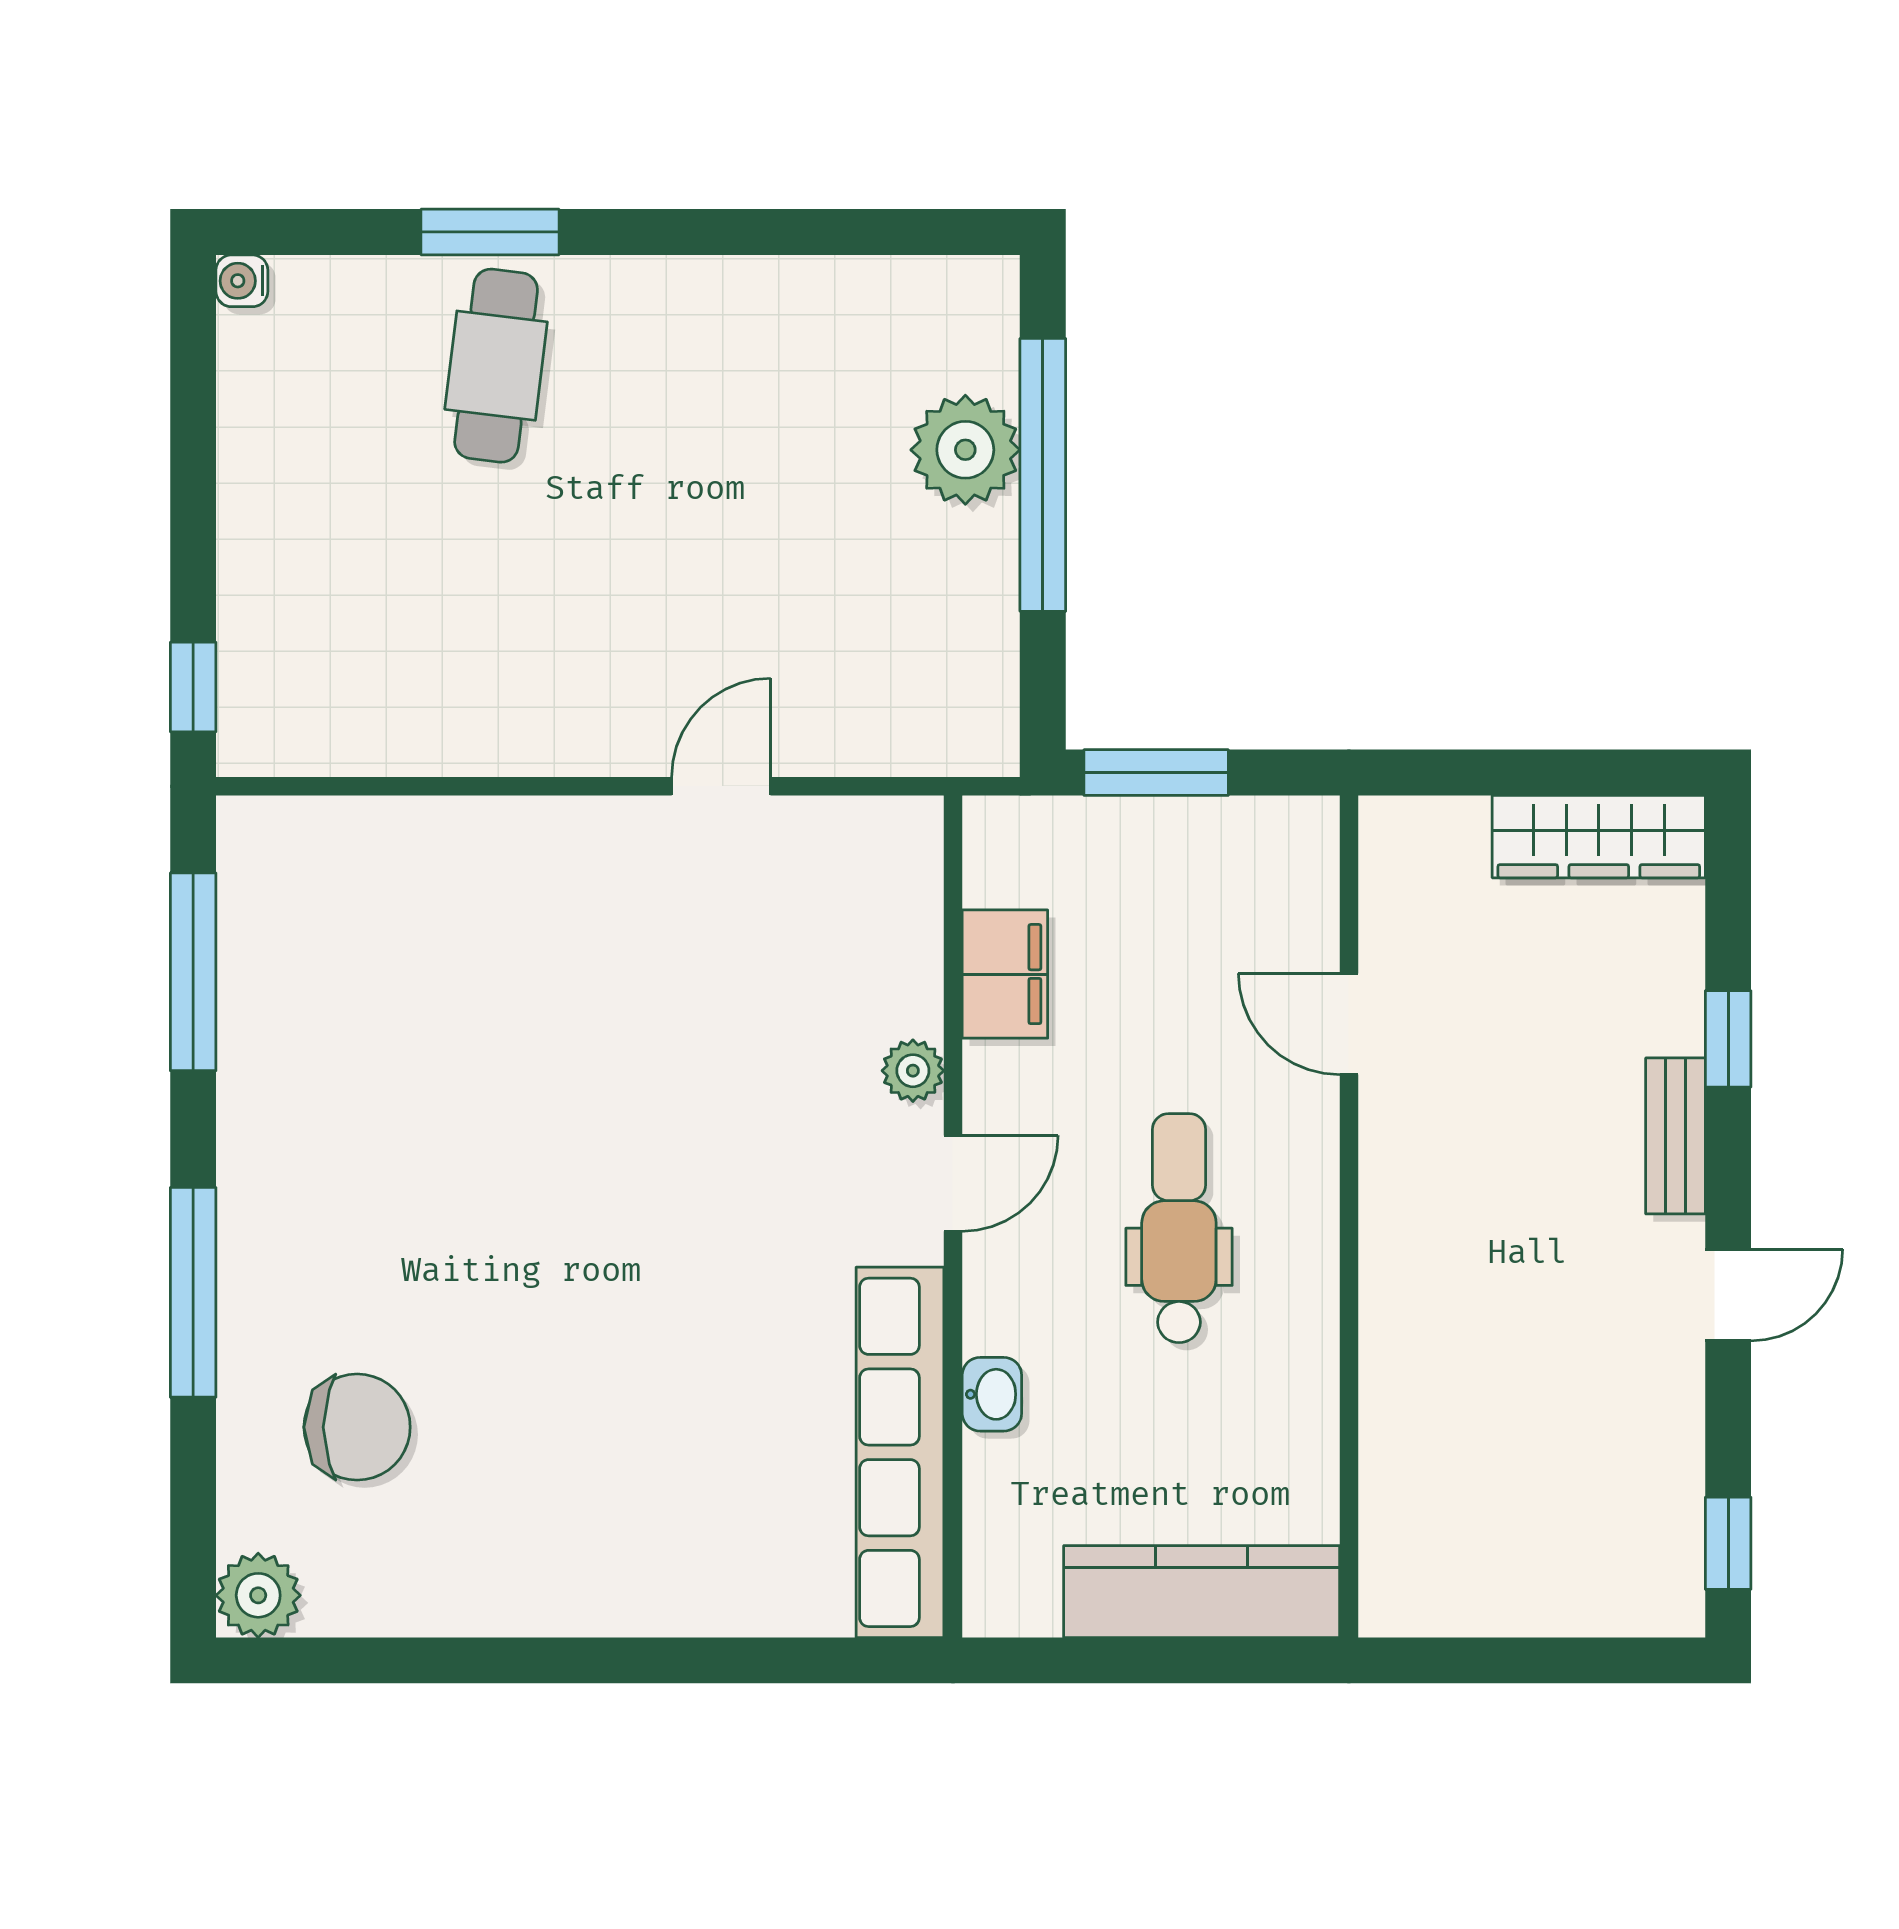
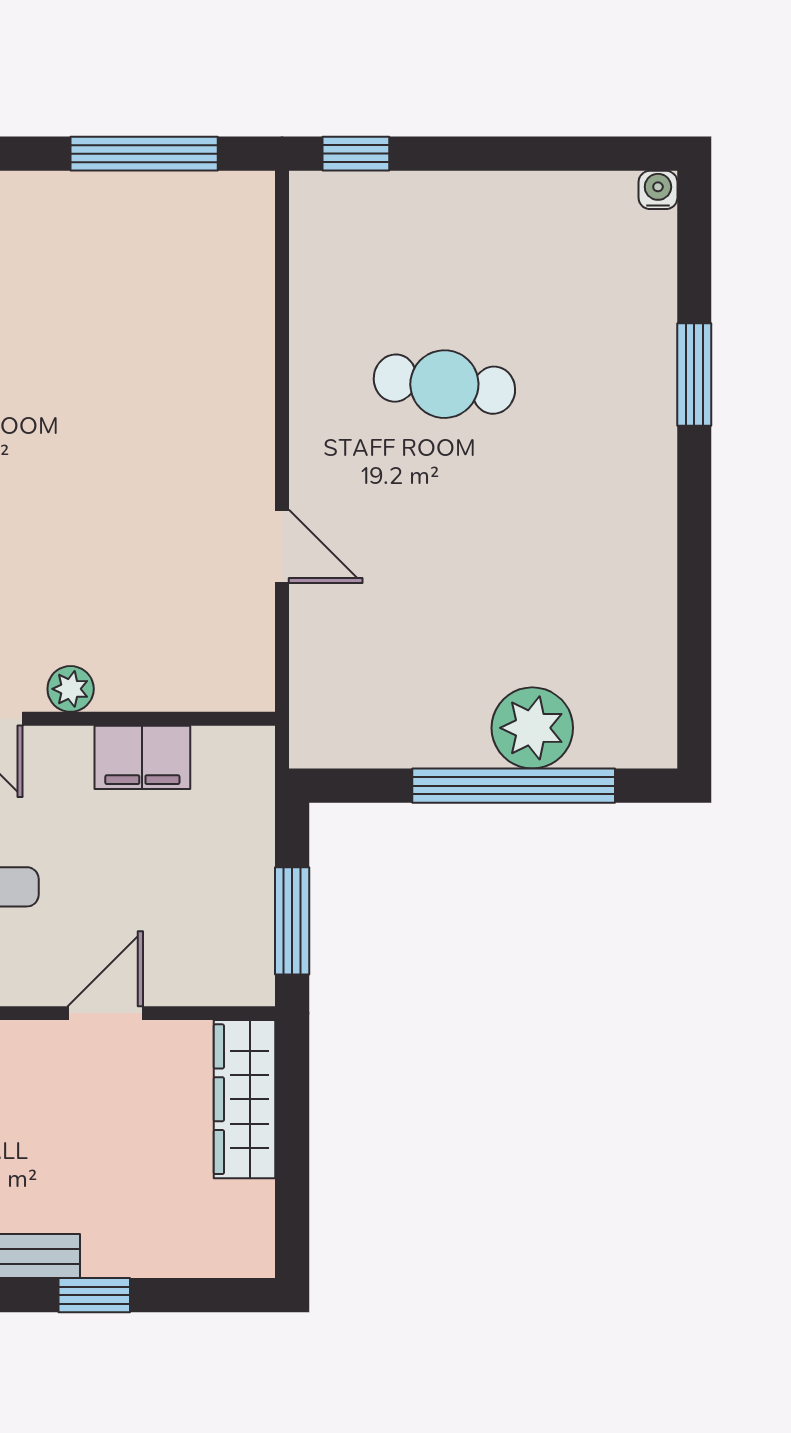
cafe table: (496, 366) -> (444, 384), moved
window: (1156, 773) -> (292, 921), moved
wardrobe: (1599, 837) -> (245, 1099), moved

